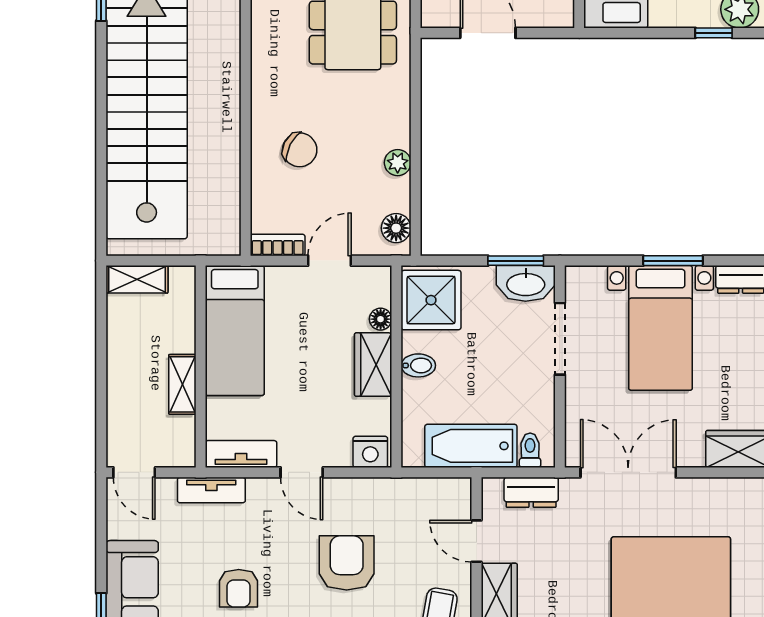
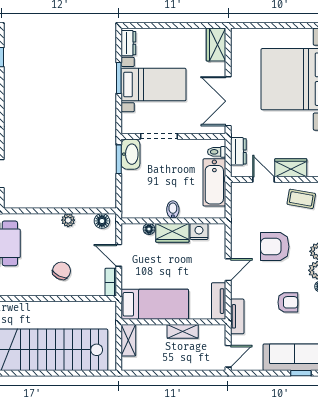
shelving: (137, 279) -> (128, 340), moved
shower: (431, 300) -> (139, 203), removed
nightstand: (370, 452) -> (199, 231), moved, turned -90
door: (477, 541) -> (264, 179), swing flipped

